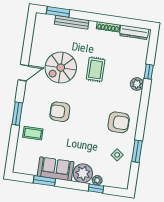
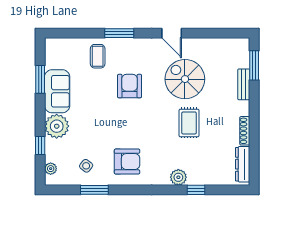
bench: (72, 22) -> (244, 84), width x0.73
rug: (96, 69) -> (189, 123), turned 90
armchair: (119, 122) -> (127, 162), turned -90
plant: (97, 180) -> (51, 169), moved

